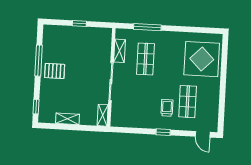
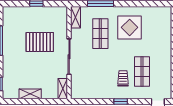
shelving: (120, 51) -> (75, 17), moved
display table: (202, 59) -> (130, 27), moved, width x0.73, depth x0.73
pallet: (55, 71) -> (40, 42), moved, width x1.50, depth x1.42

